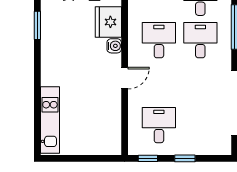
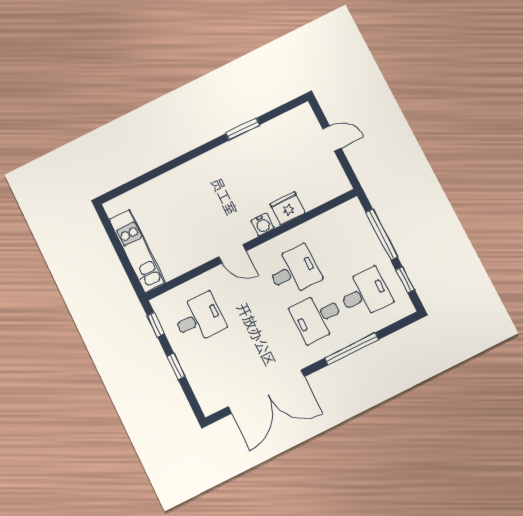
fridge: (108, 22) -> (288, 208), width x0.73, depth x0.75
desk: (200, 40) -> (317, 317), turned 180
kitchen unit: (50, 120) -> (137, 251), moved, turned -90

